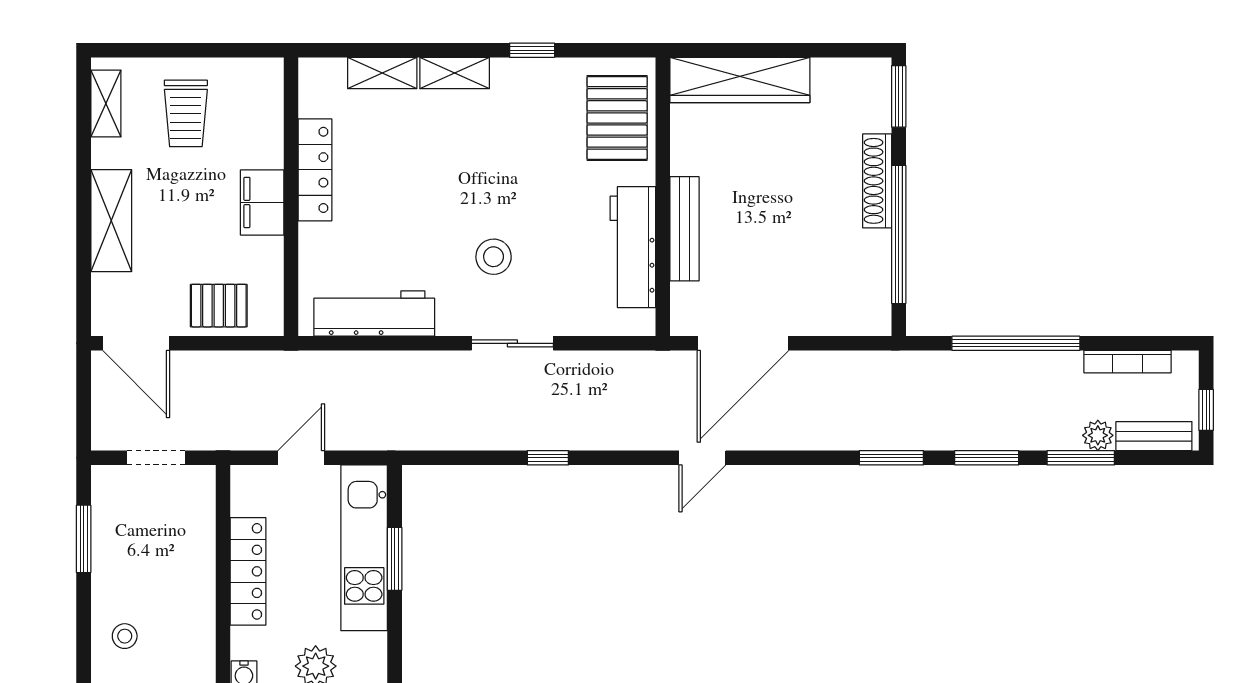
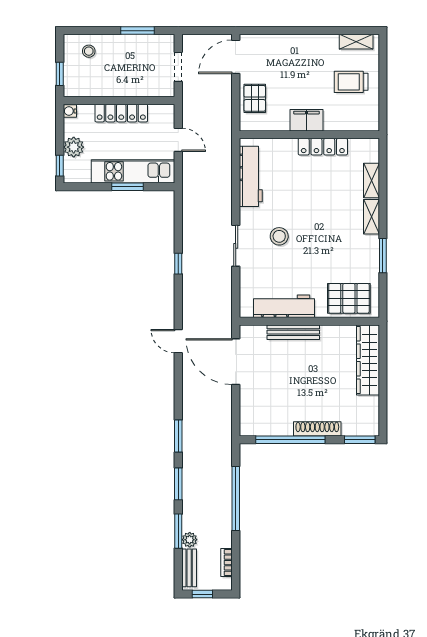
window: (532, 50) -> (383, 256), width x1.50
shelving: (111, 221) -> (297, 44), removed
bookcase: (1128, 362) -> (227, 563), width x0.64

